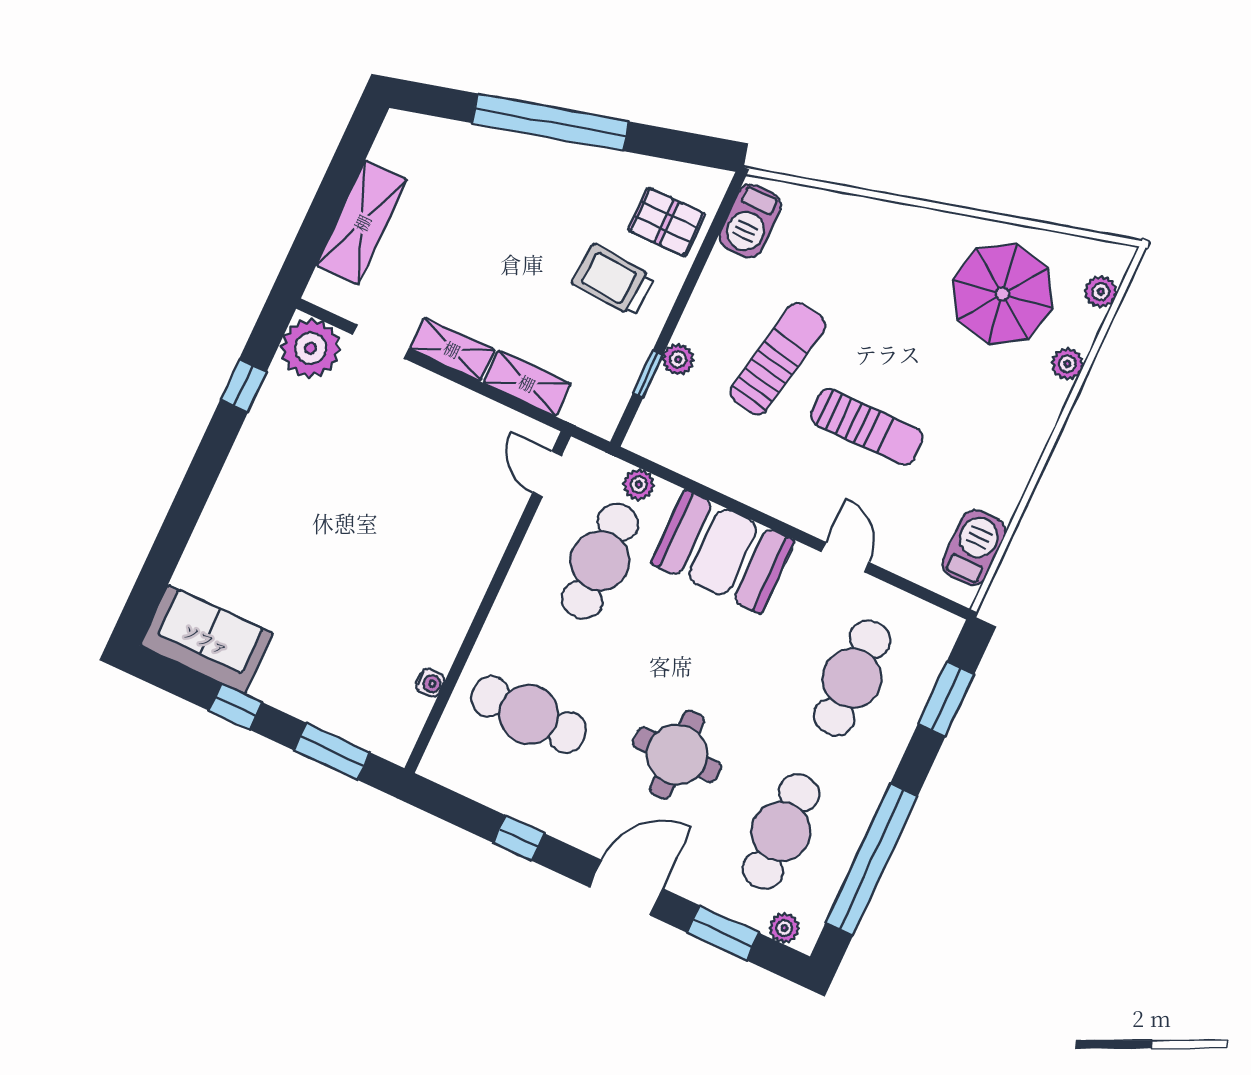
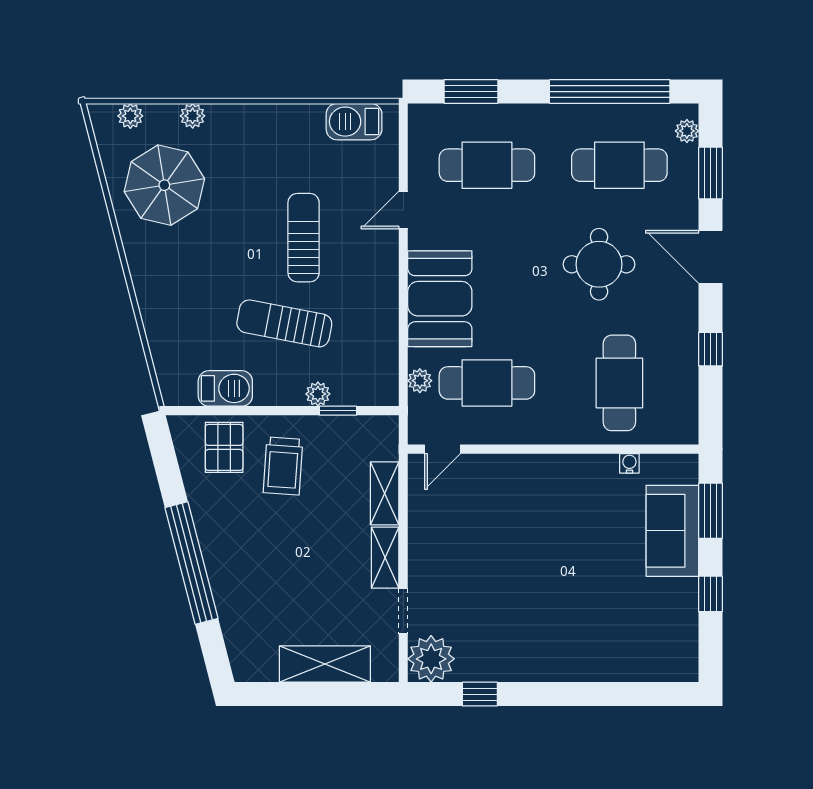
barbecue: (750, 221) -> (225, 388), moved
sofa: (206, 639) -> (672, 531), moved

